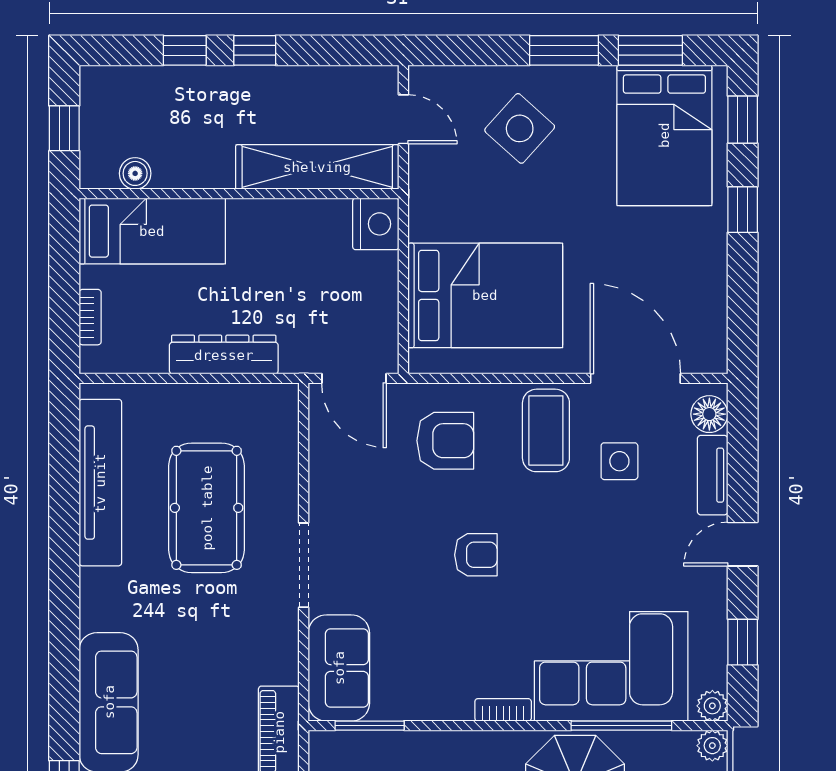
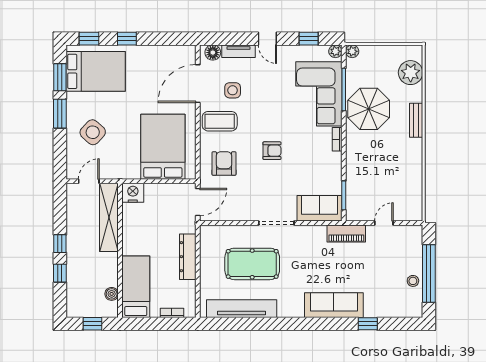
armchair: (476, 555) -> (272, 151), turned 90

